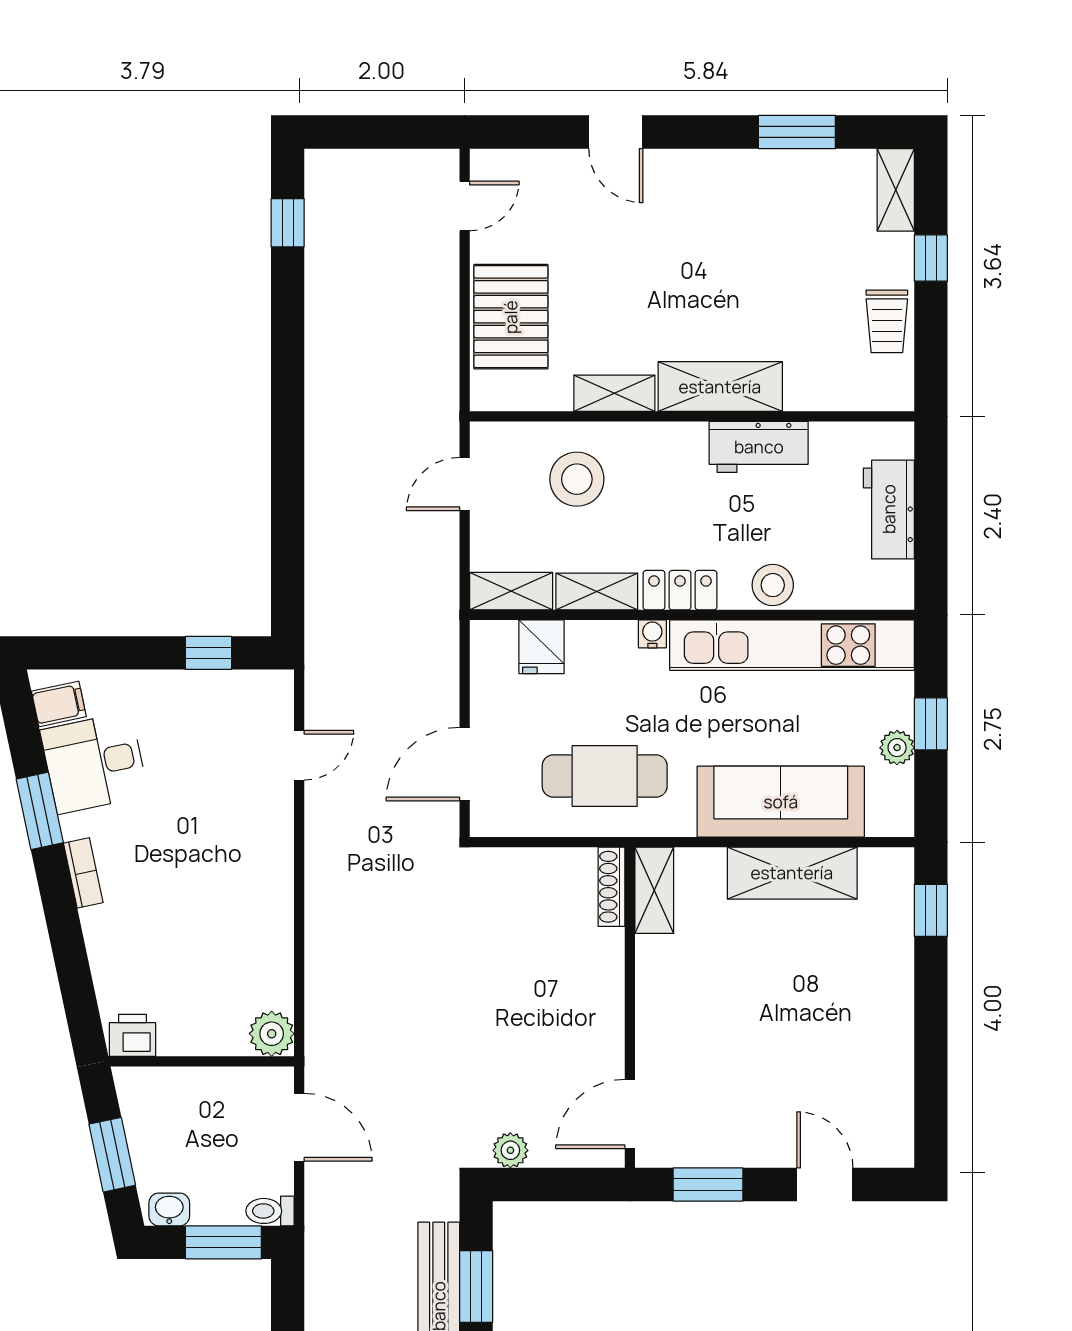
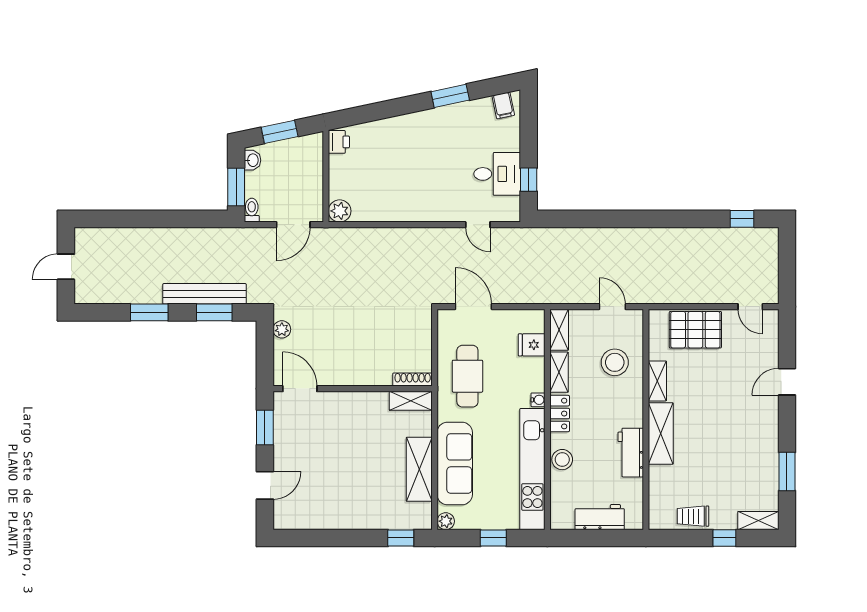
plant: (897, 748) -> (446, 521), moved
desk: (94, 763) -> (497, 174), moved, turned 102
bookcase: (83, 873) -> (419, 117), removed

